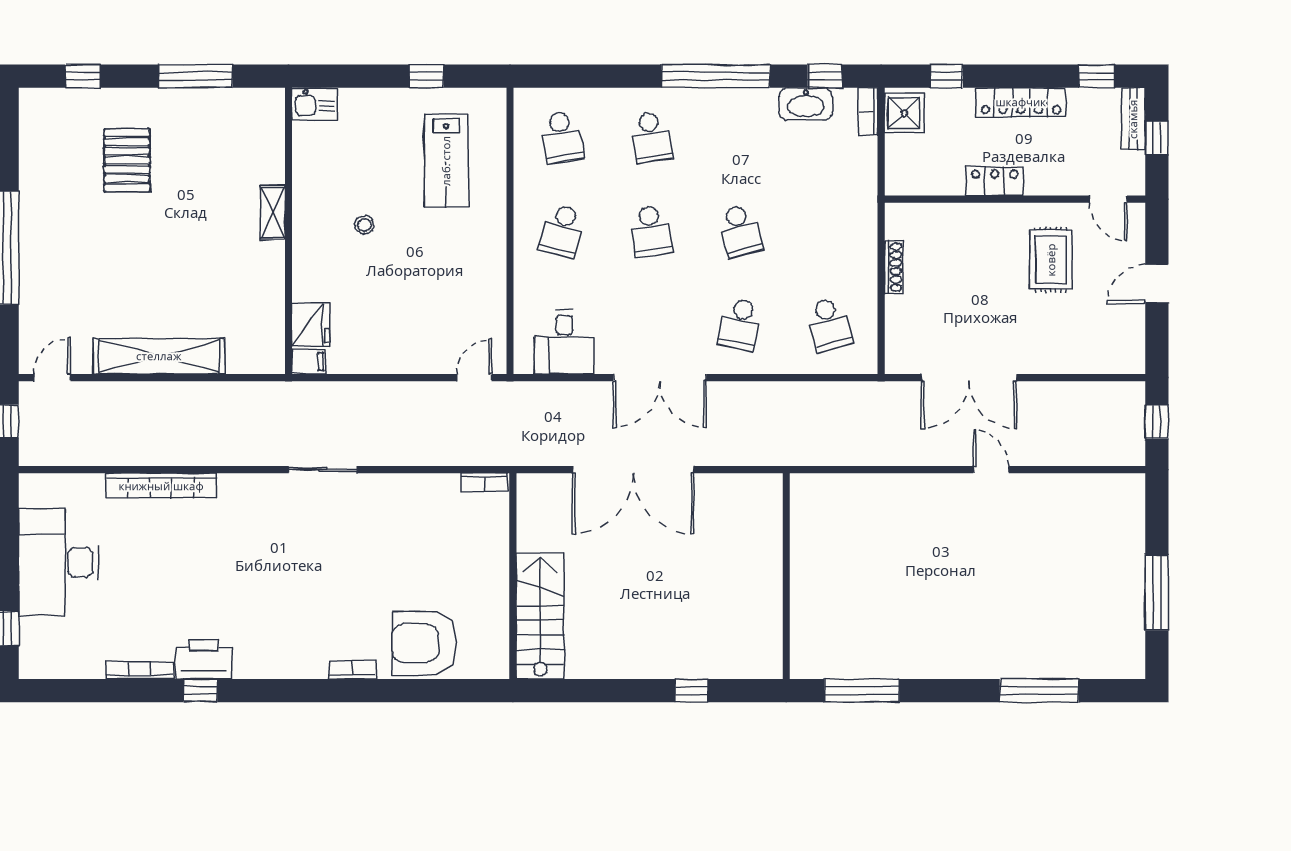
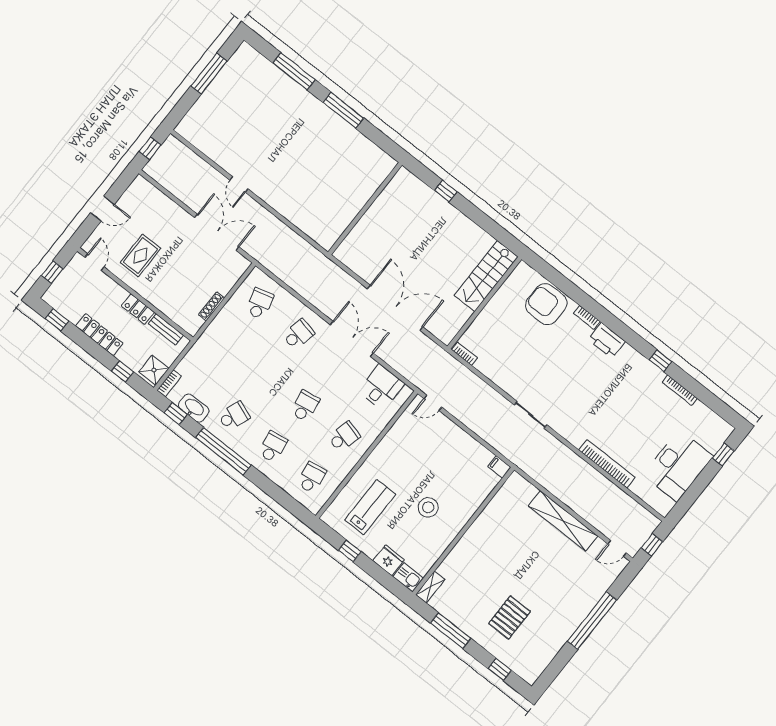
bench: (1133, 119) -> (166, 329), moved, turned 90
shelving: (273, 213) -> (430, 587), moved
stool: (364, 225) -> (428, 507), width x1.89, depth x1.89
school desk: (740, 231) -> (234, 416), moved, turned 36
fridge: (311, 325) -> (389, 560), moved, turned 90
armchair: (424, 643) -> (546, 304), turned 180
printer: (204, 659) -> (607, 341), moved
window: (862, 691) -> (343, 110), moved

